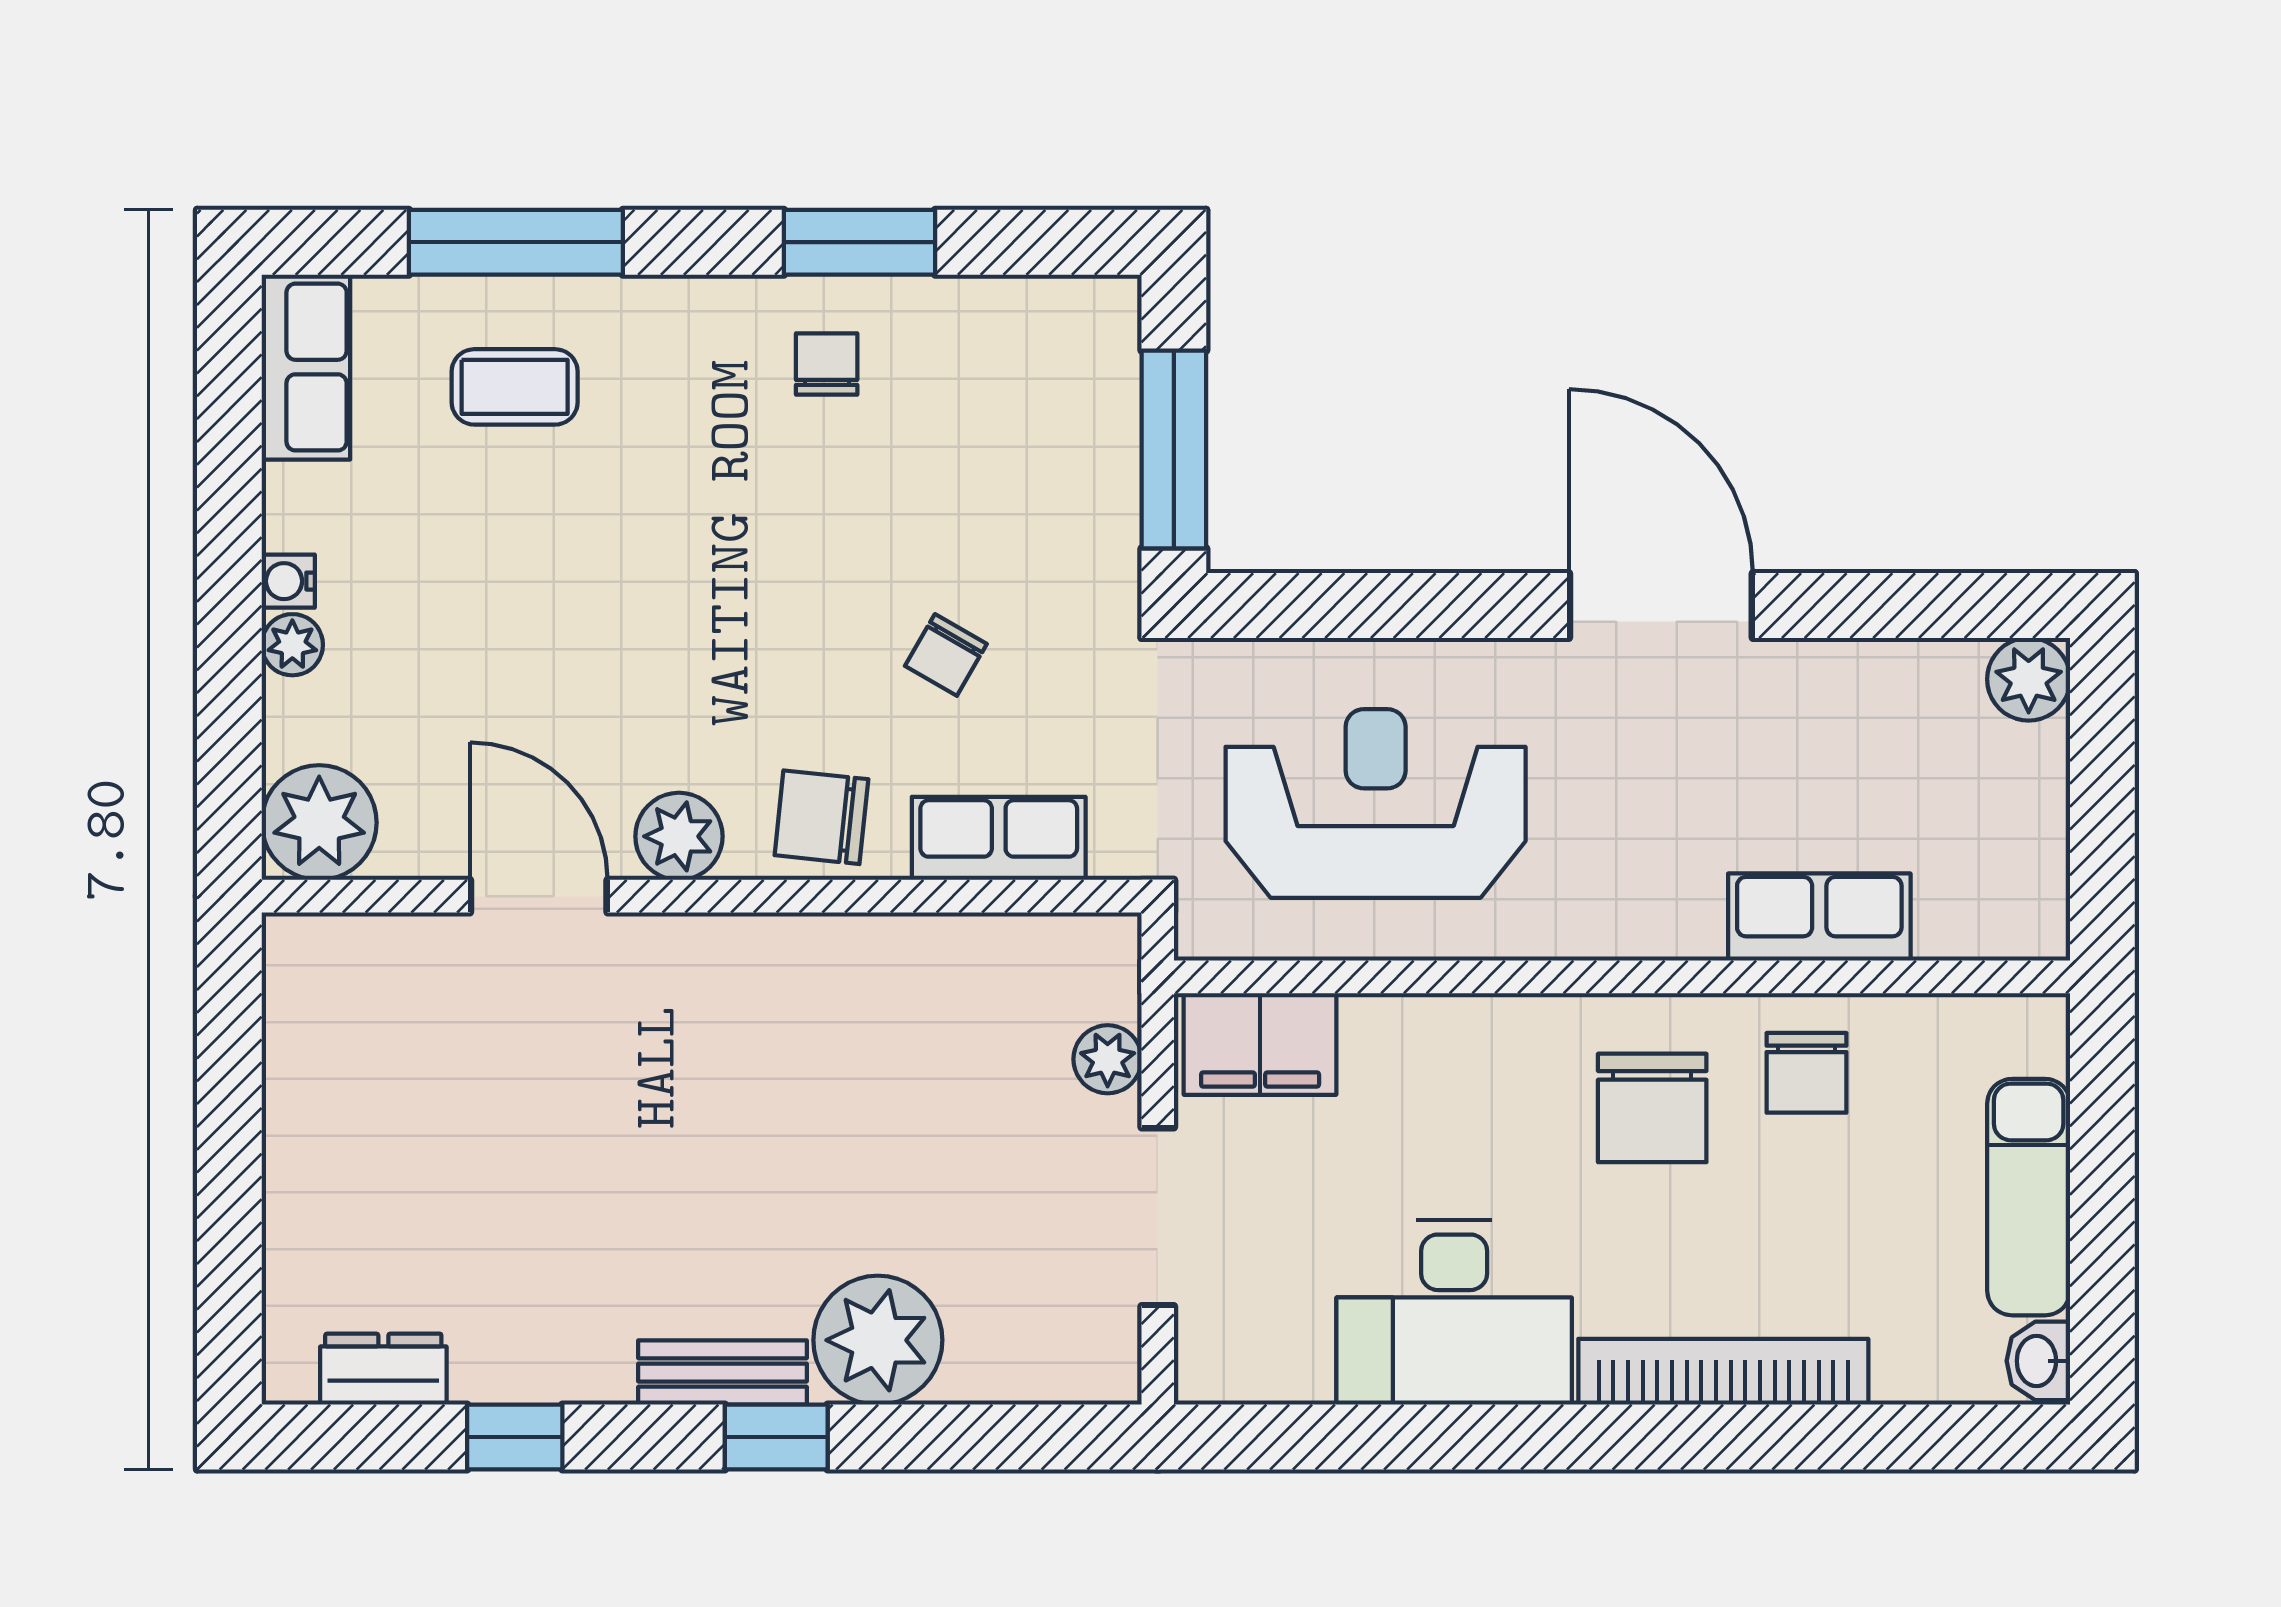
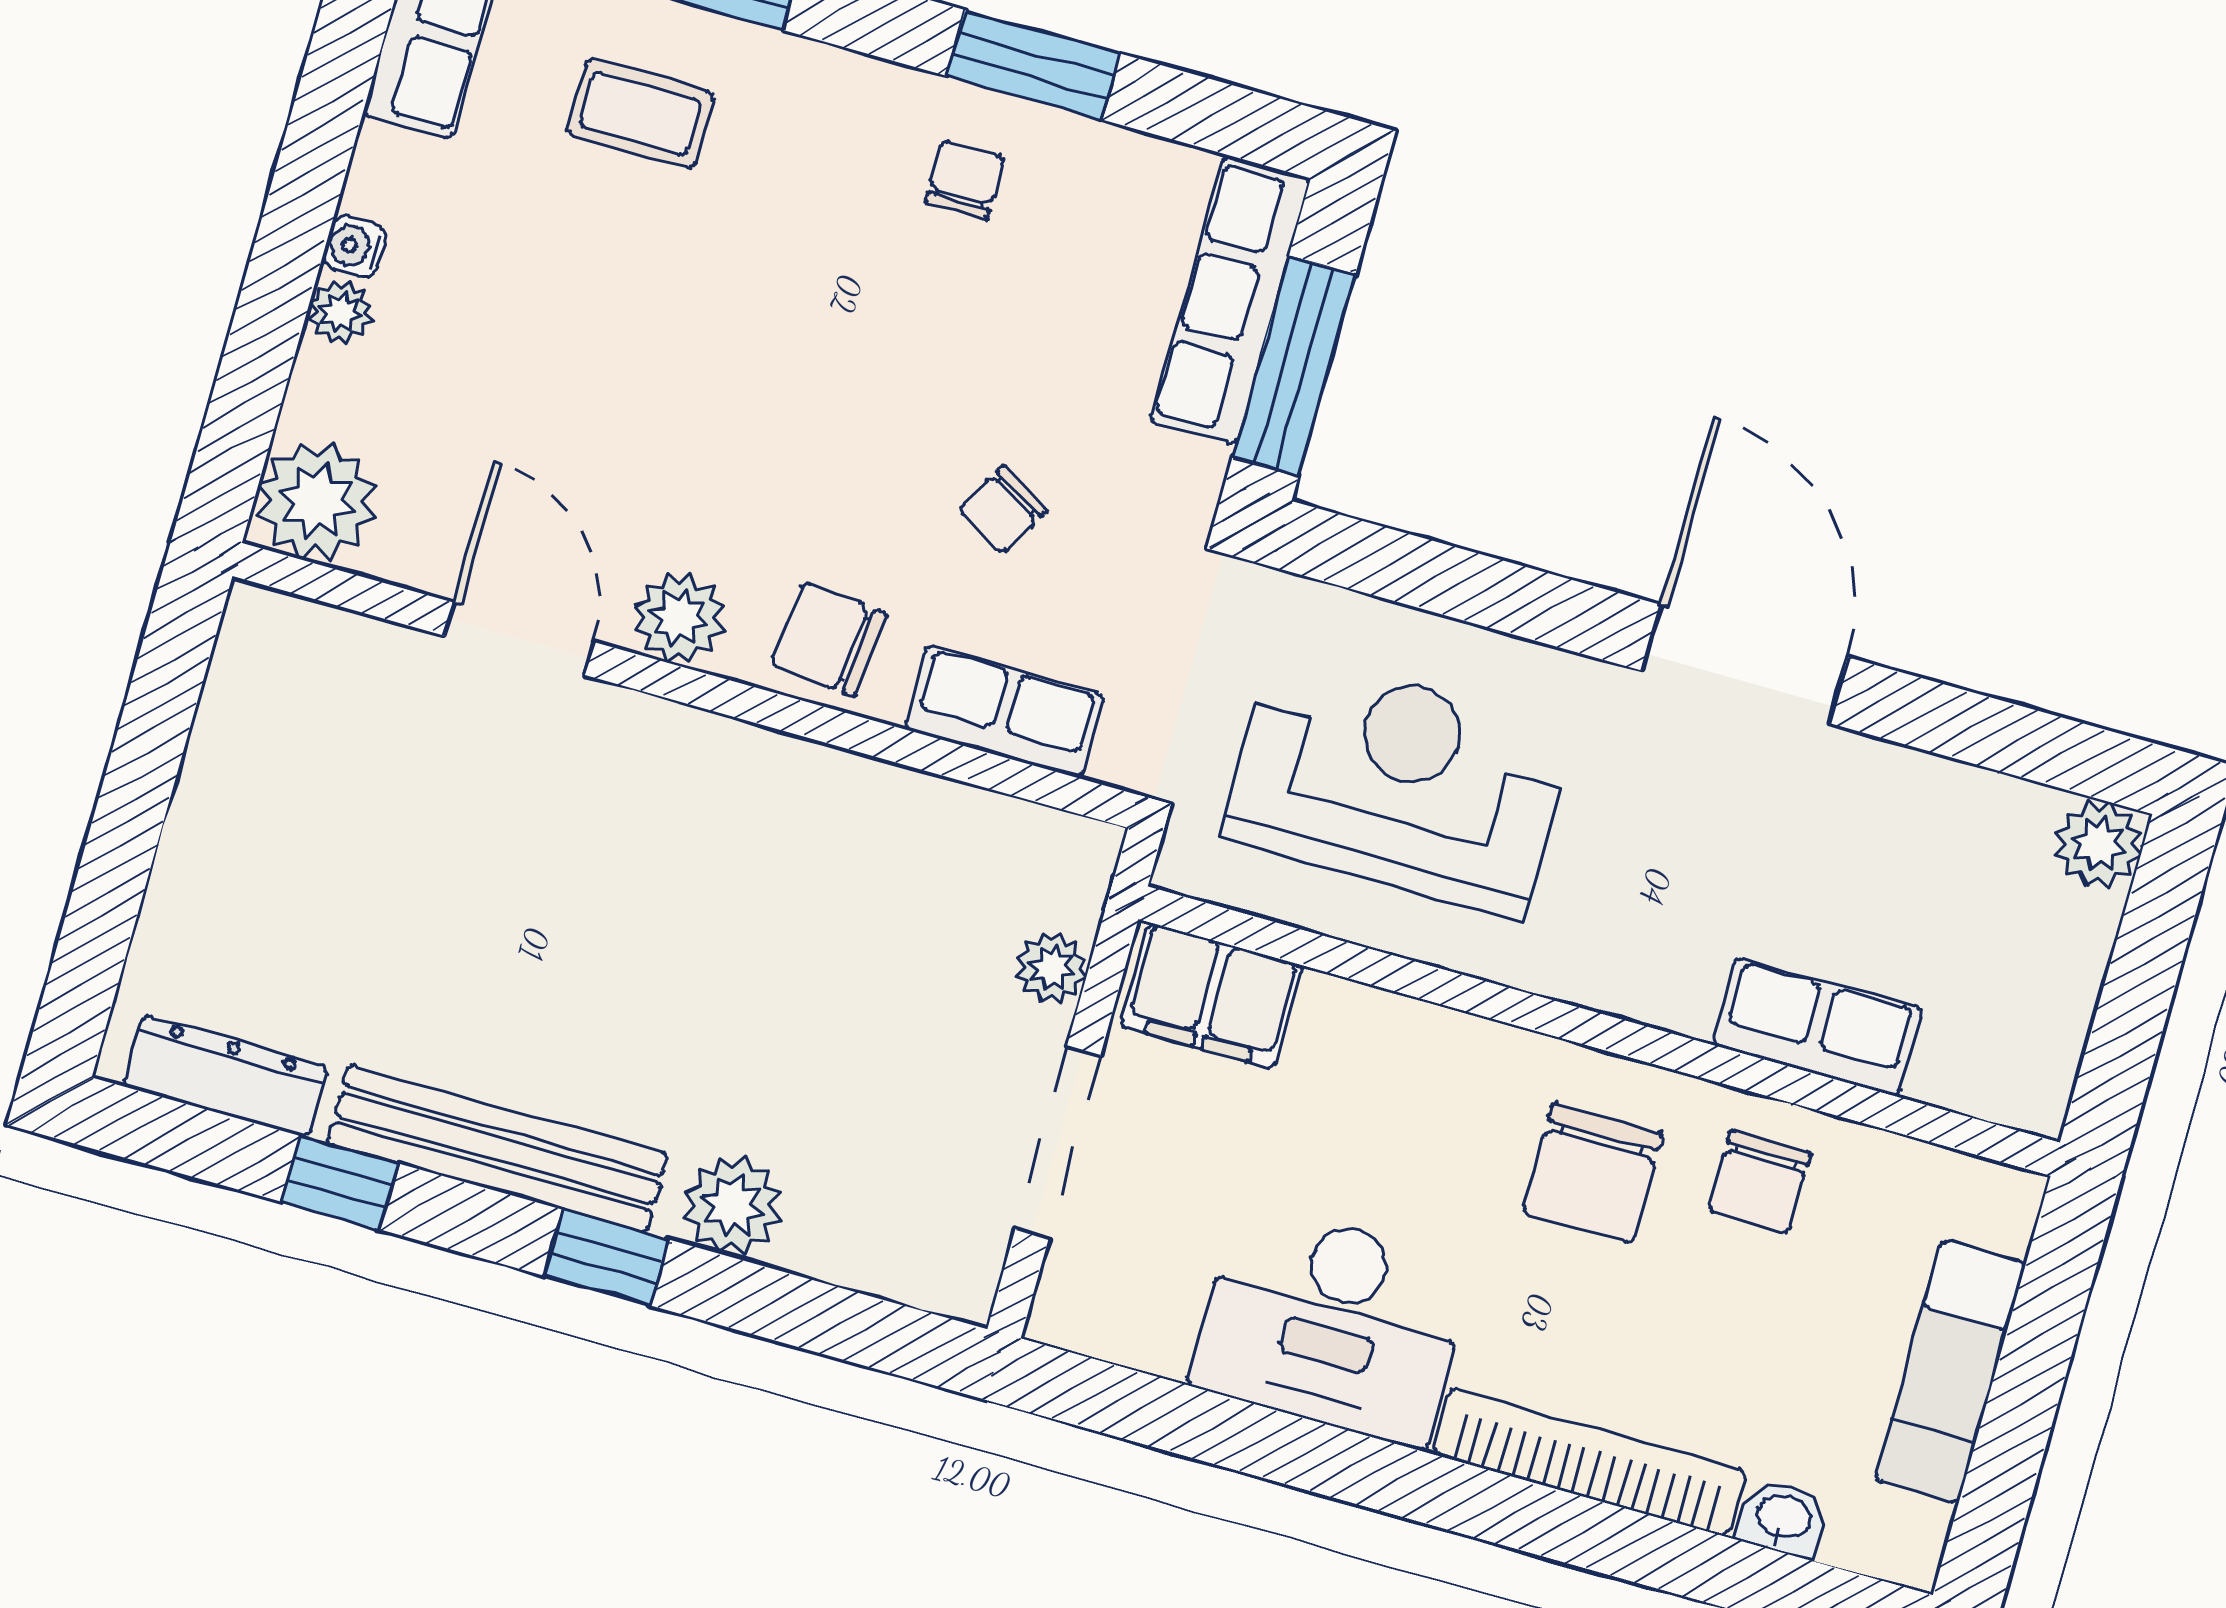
row of seats: (1099, 406) -> (1230, 300), added
plant: (878, 1340) -> (732, 1206), width x0.73, depth x0.73
washbasin: (2038, 1361) -> (1783, 1518), moved, turned 90
dresser: (383, 1369) -> (225, 1076), width x1.44
bench: (723, 1373) -> (498, 1149), width x1.86, depth x1.21

